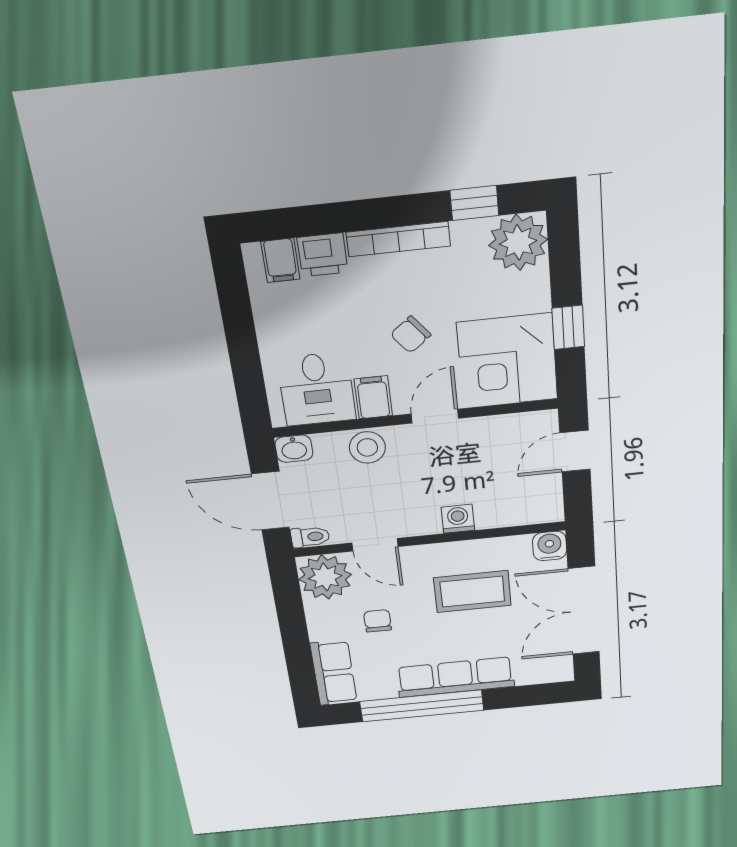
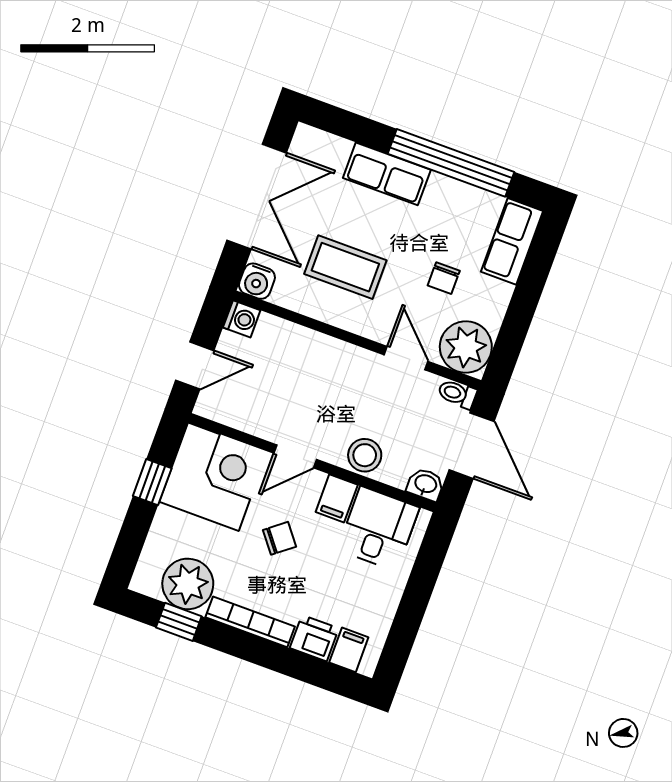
plant: (518, 242) -> (188, 584), moved
washing machine: (458, 519) -> (242, 319), moved, turned -90
row of seats: (455, 677) -> (387, 174), width x0.68

